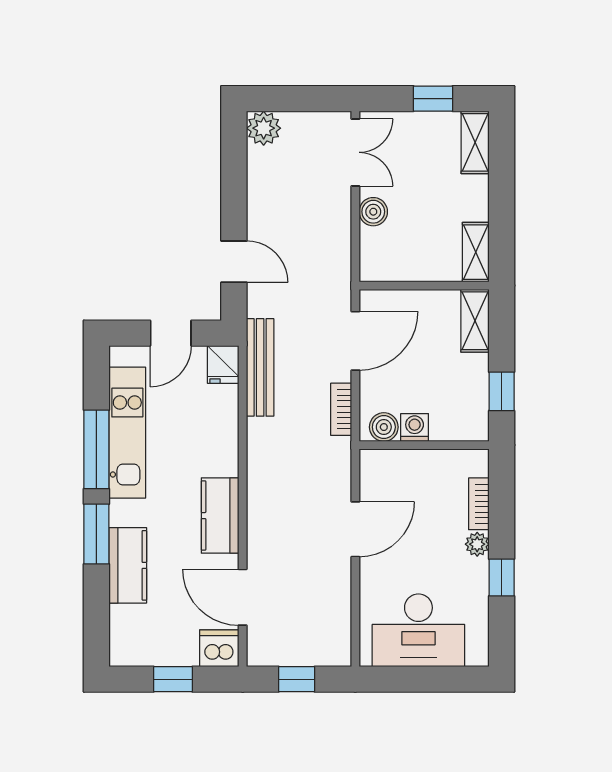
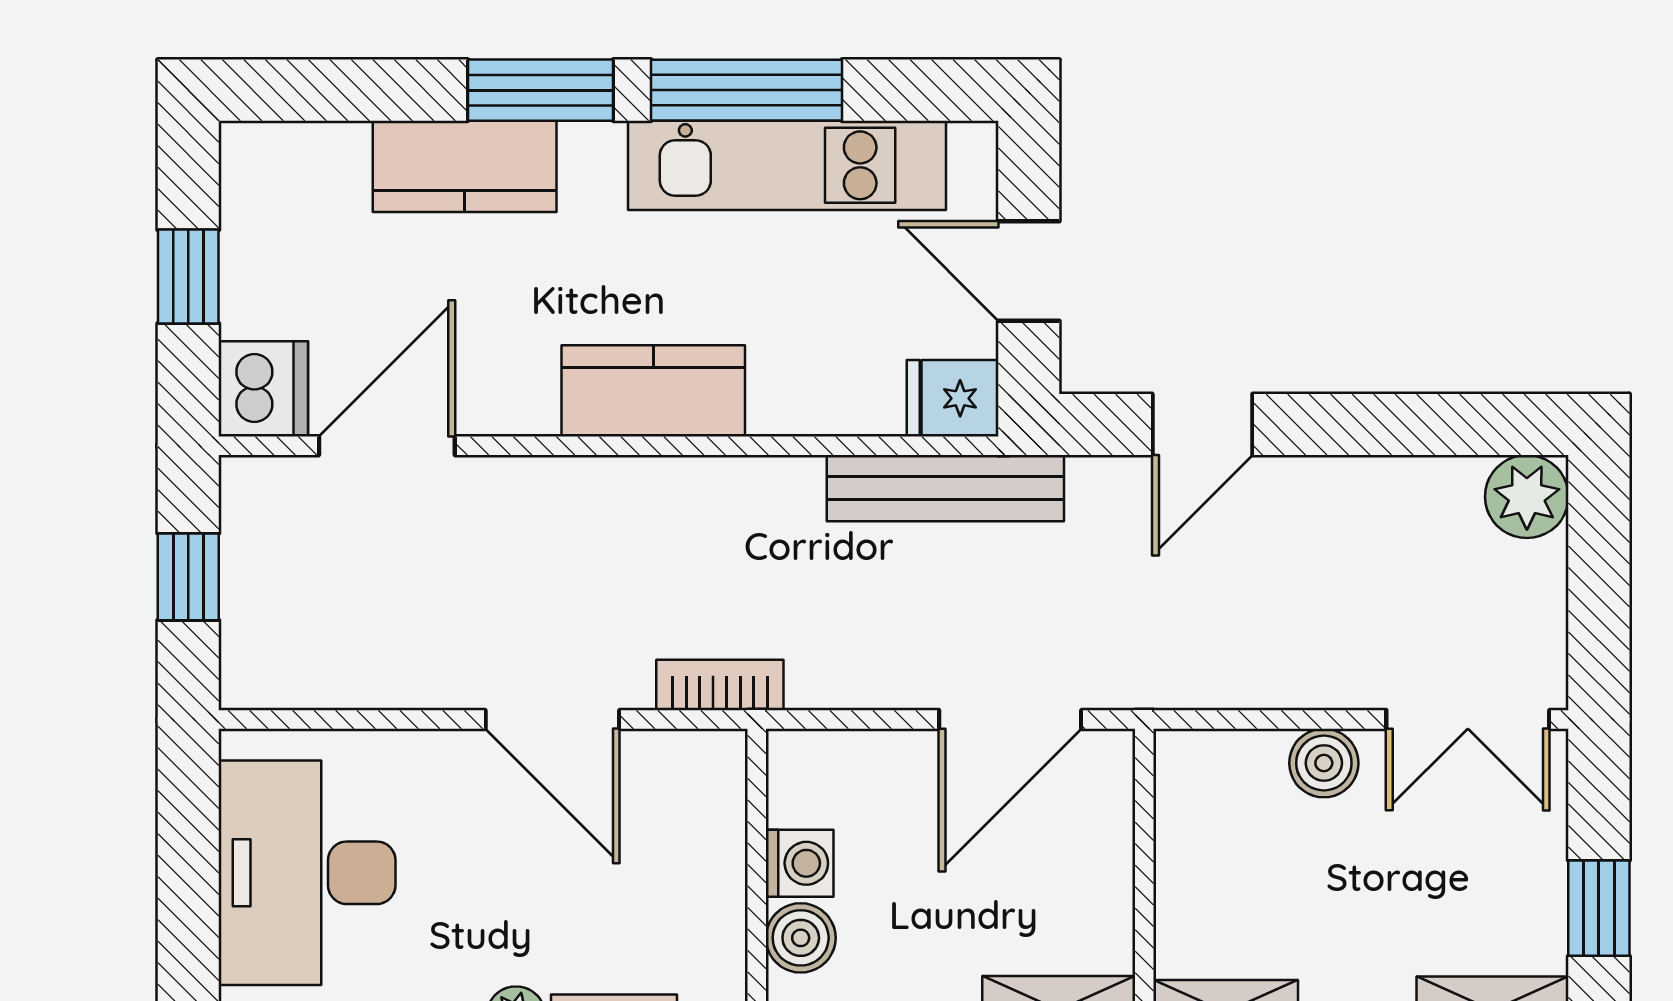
door: (355, 341) -> (1010, 719), hinge flipped
bookcase: (341, 409) -> (720, 685), moved
boiler: (384, 427) -> (801, 938), moved
kitchen counter: (220, 516) -> (653, 391), moved

